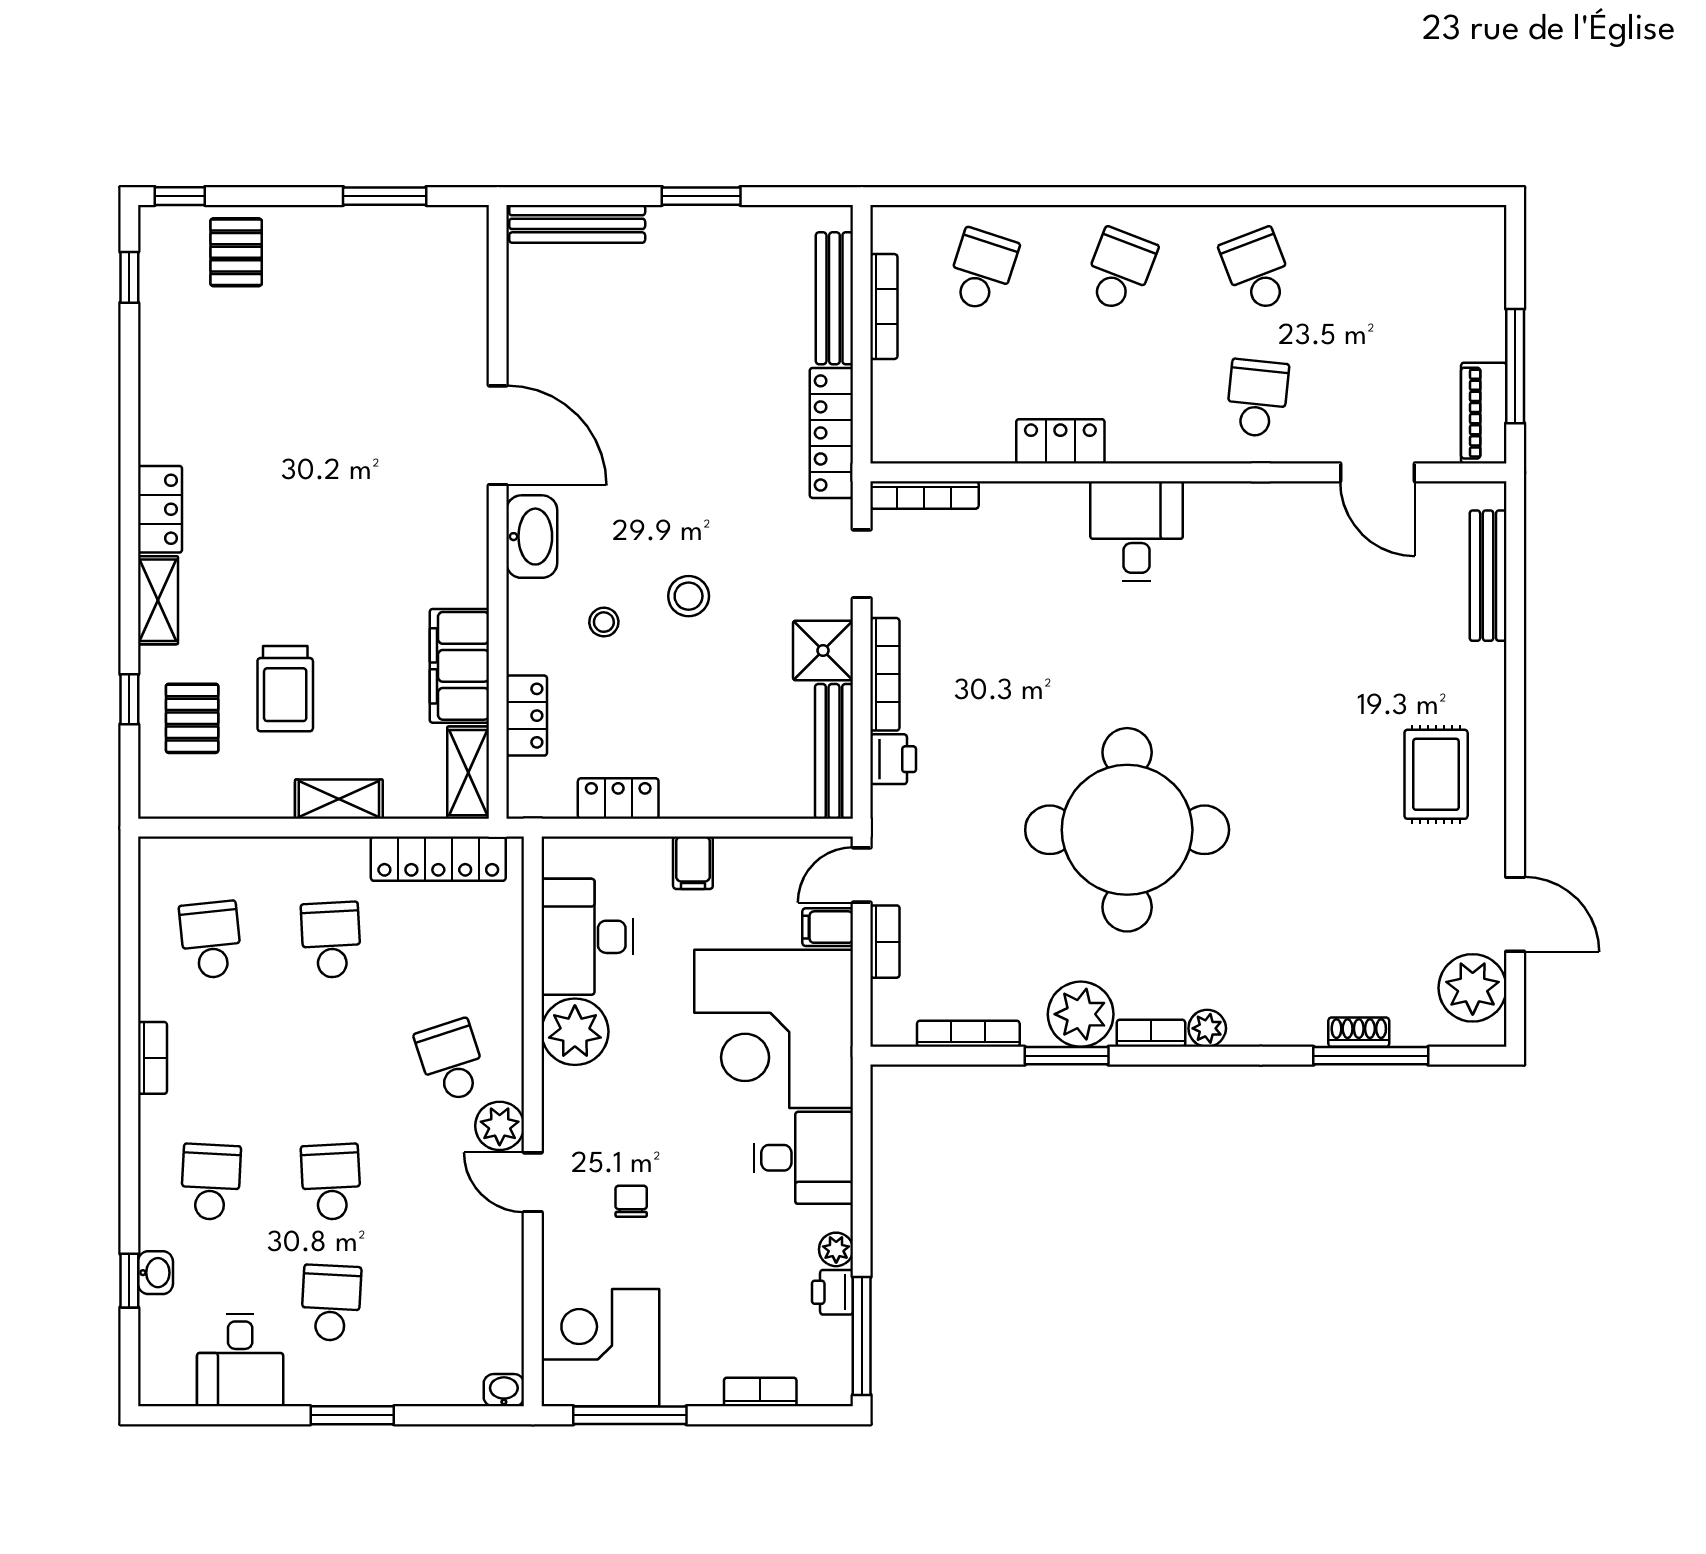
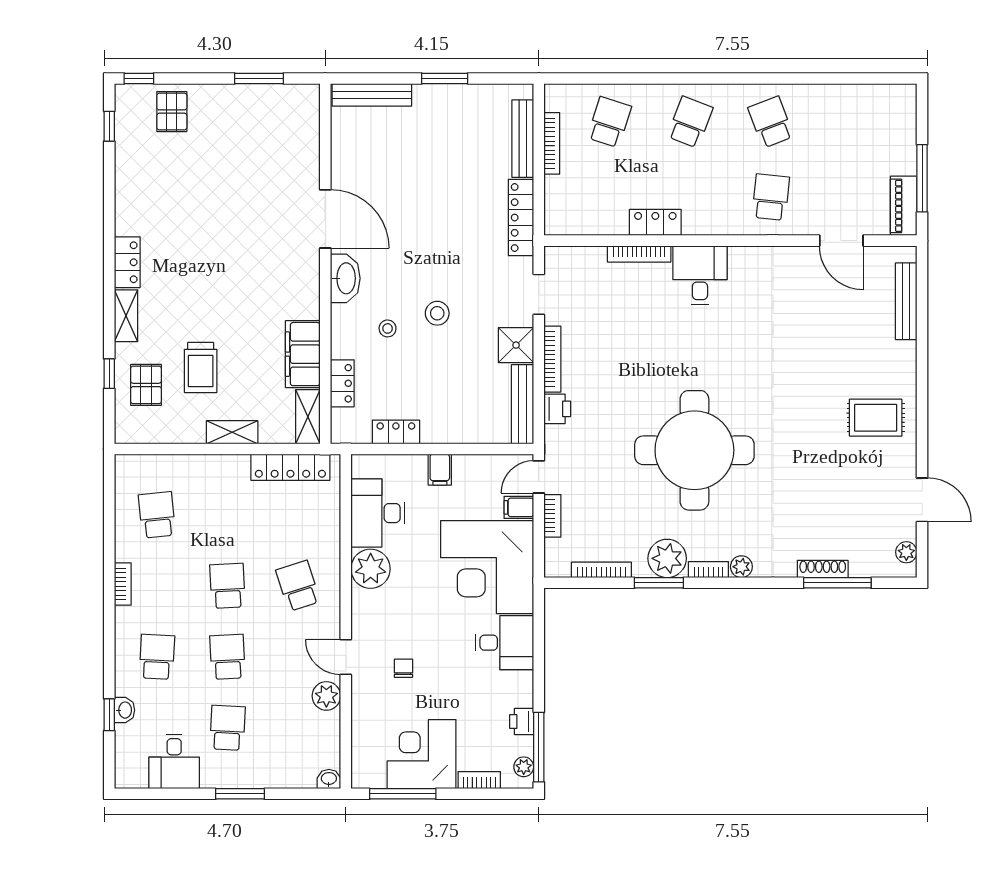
bookcase: (924, 495) -> (639, 254), moved
rug: (1436, 774) -> (876, 418), turned 90
school desk: (331, 940) -> (227, 586), moved
plant: (1473, 988) -> (906, 552), width x0.53, depth x0.53
shoe rack: (1359, 1032) -> (823, 569), width x1.43
plant: (500, 1126) -> (326, 696), moved
plant: (836, 1249) -> (524, 767), moved
corner desk: (600, 1348) -> (421, 754), moved

